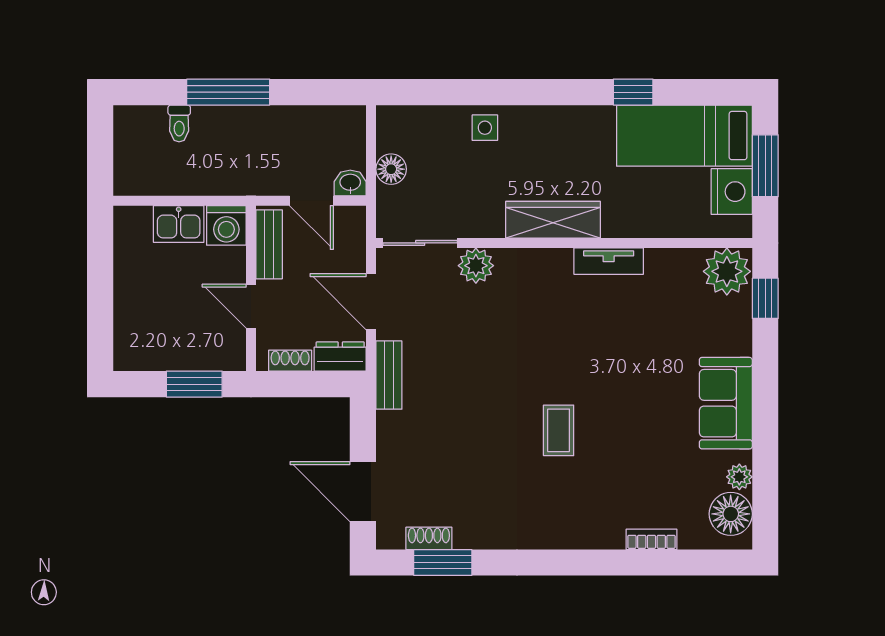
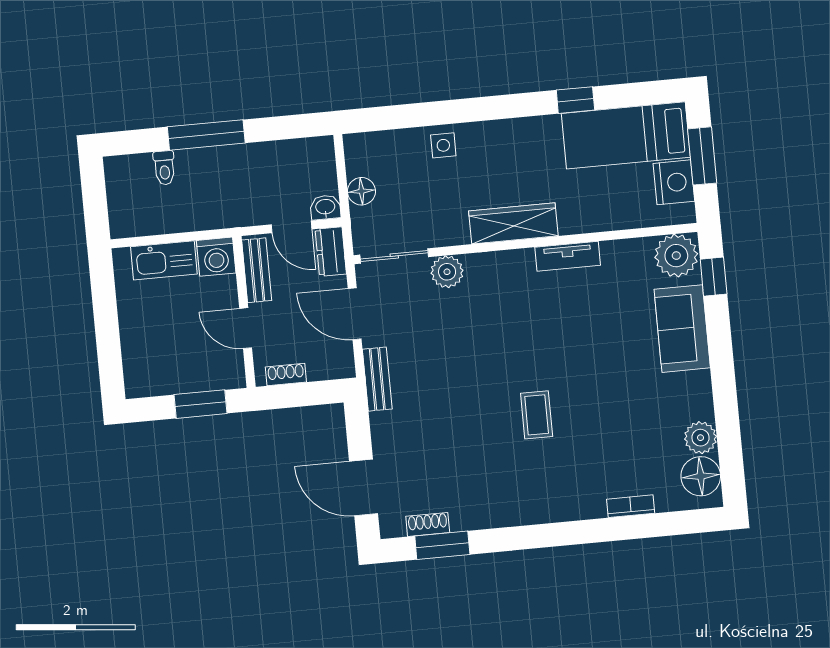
kitchen sink: (179, 224) -> (164, 260), width x1.38
dresser: (340, 356) -> (331, 252), moved, turned -90
sofa: (726, 403) -> (682, 329), moved
plant: (739, 477) -> (700, 438), width x1.38, depth x1.38

